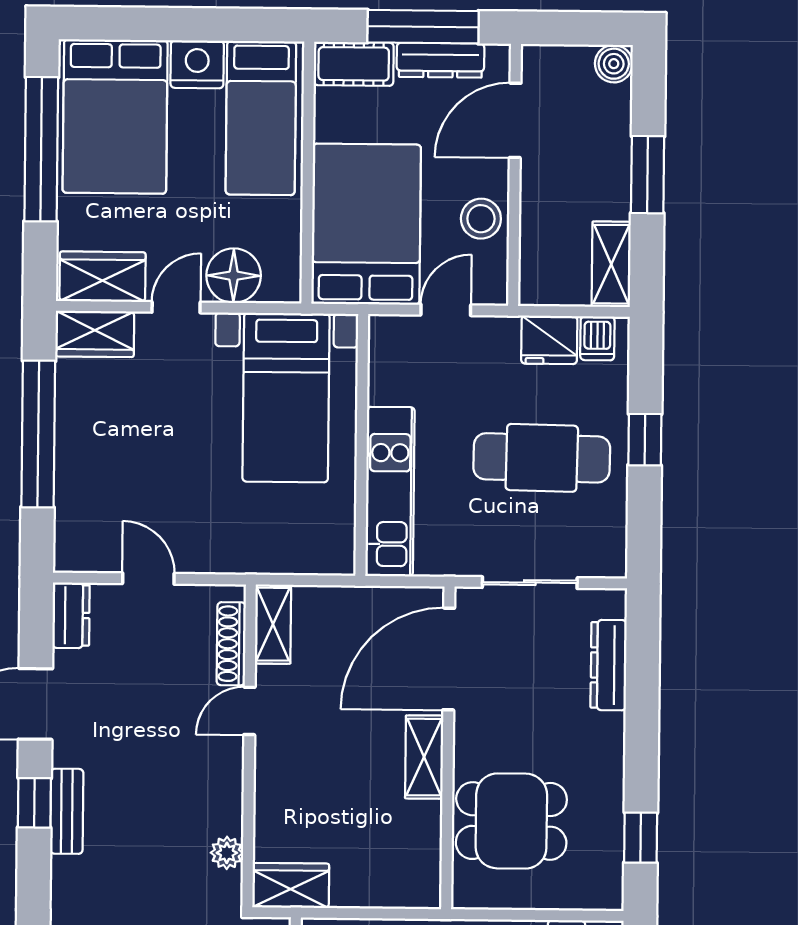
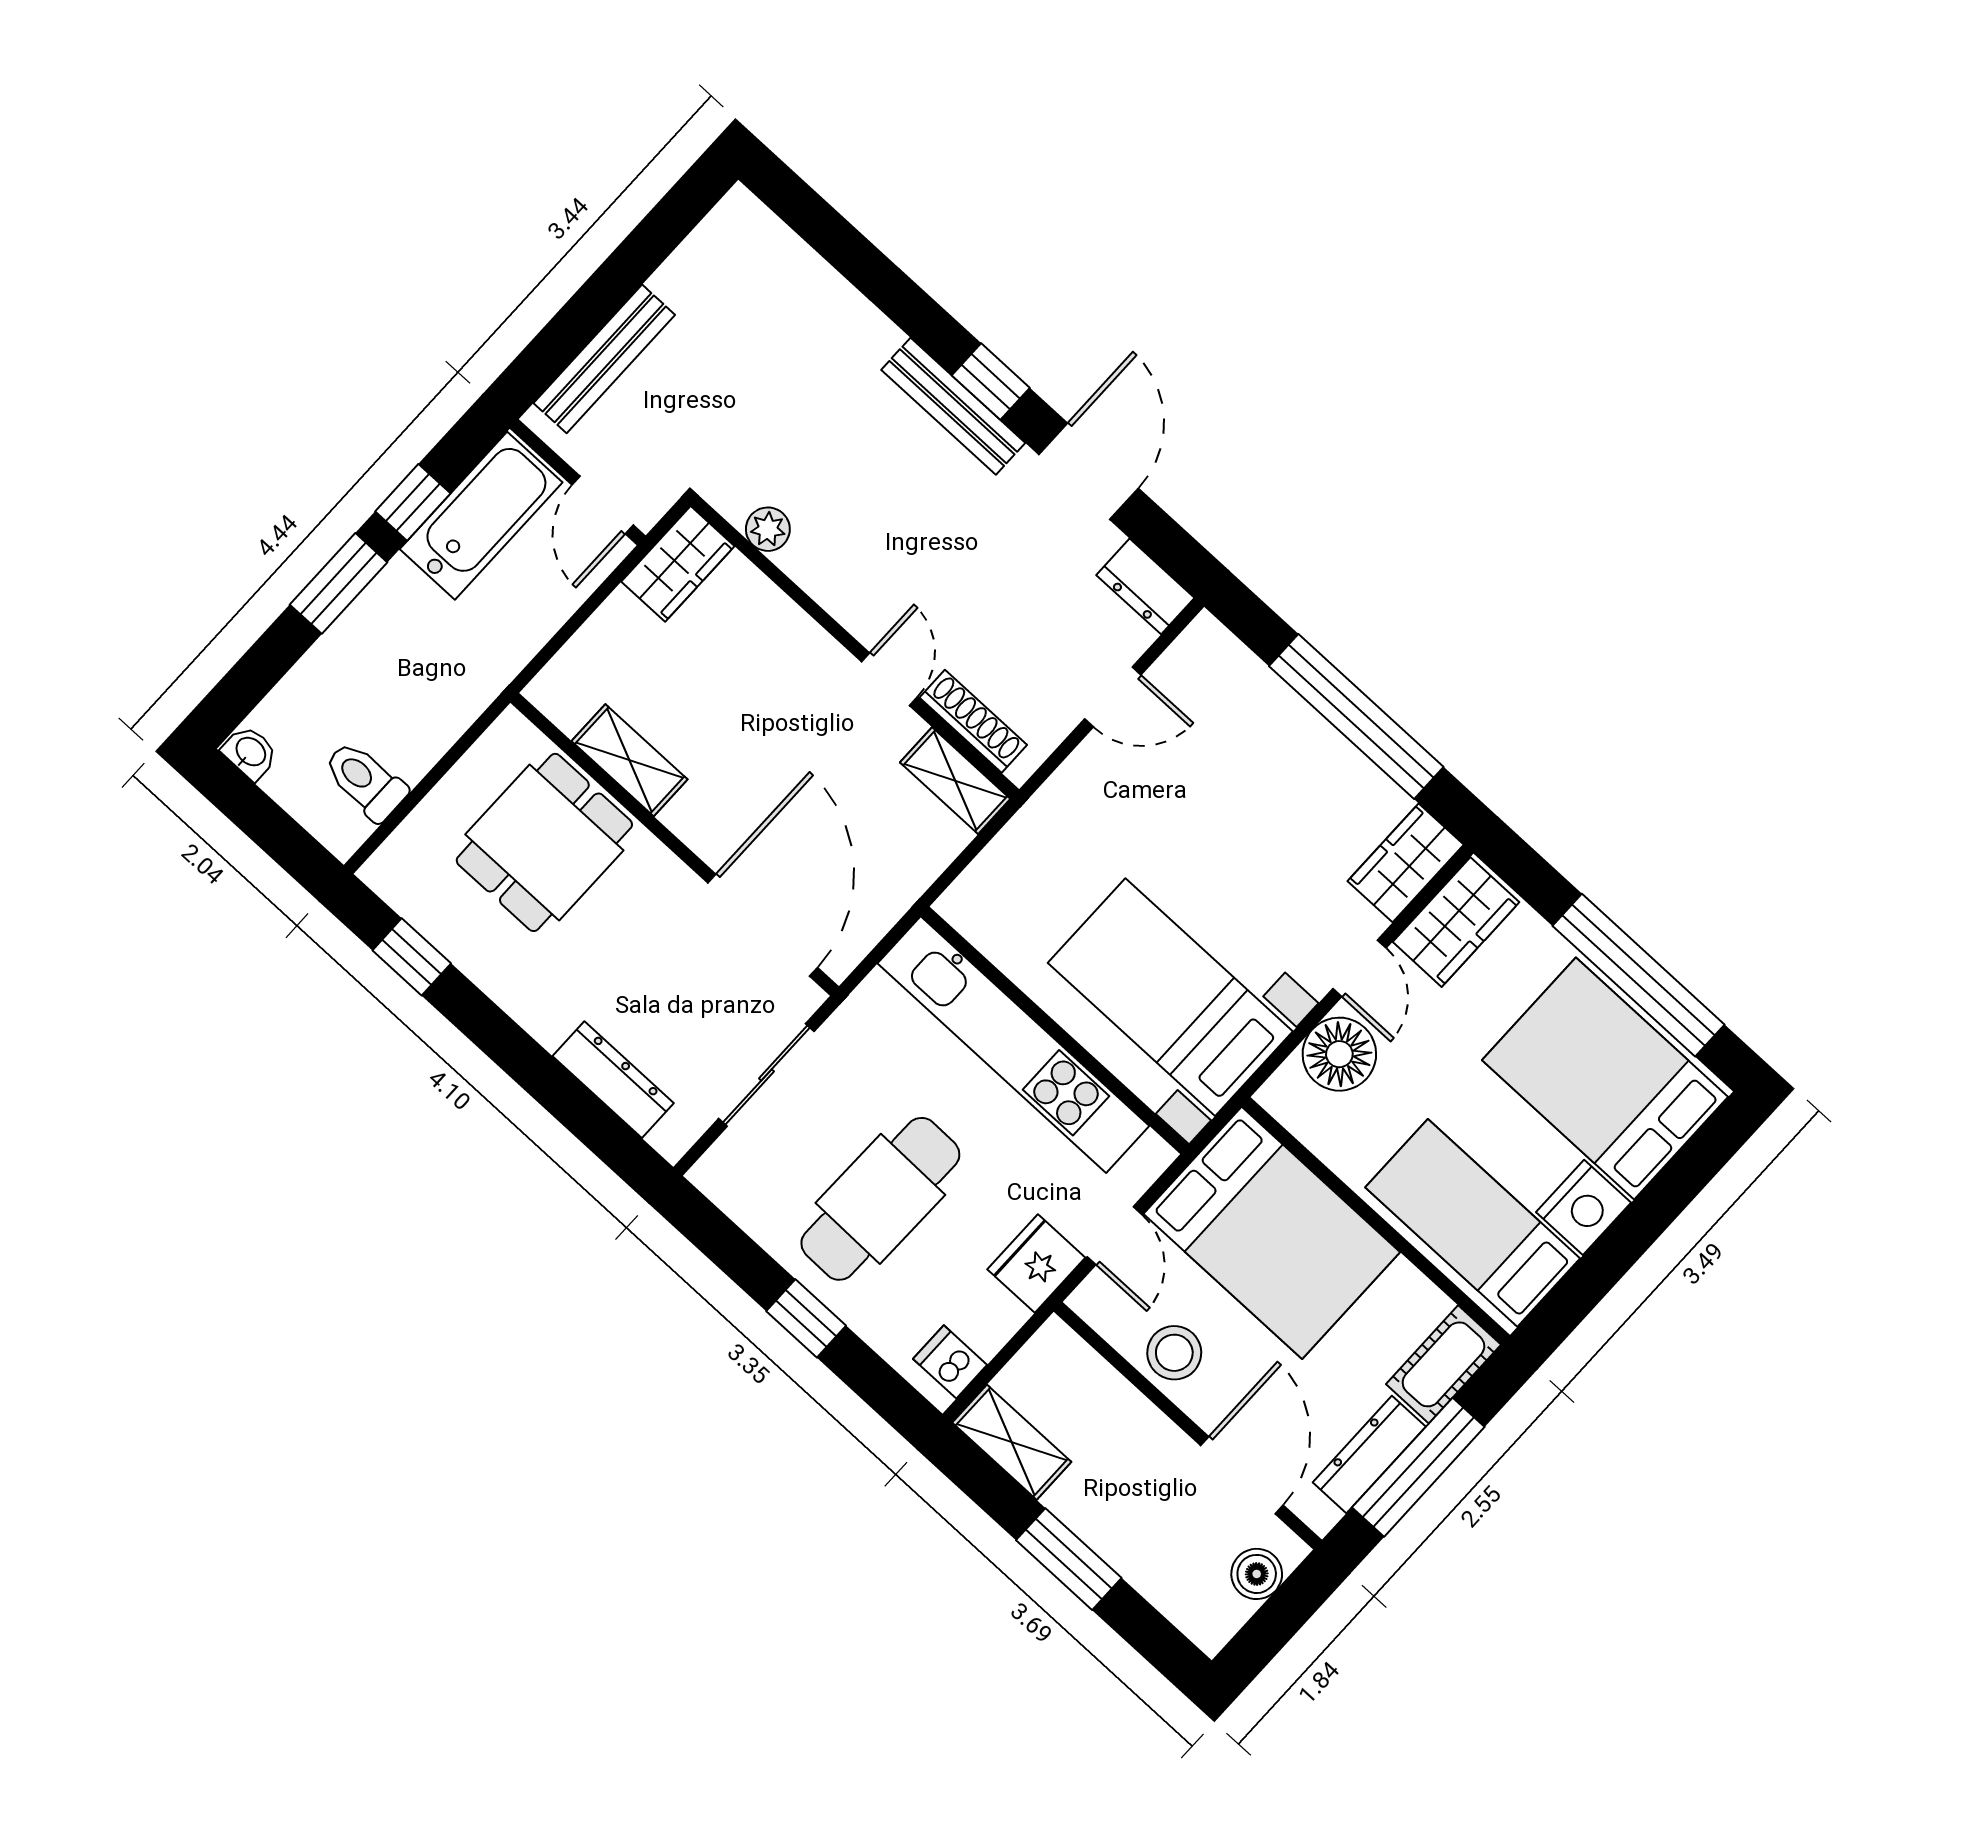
boiler: (614, 64) -> (1257, 1574), moved
fridge: (549, 340) -> (1036, 1263), moved
kitchen unit: (390, 492) -> (1013, 1045), width x1.36
shelving: (424, 757) -> (630, 760), moved
bench: (67, 811) -> (953, 406), width x1.36

